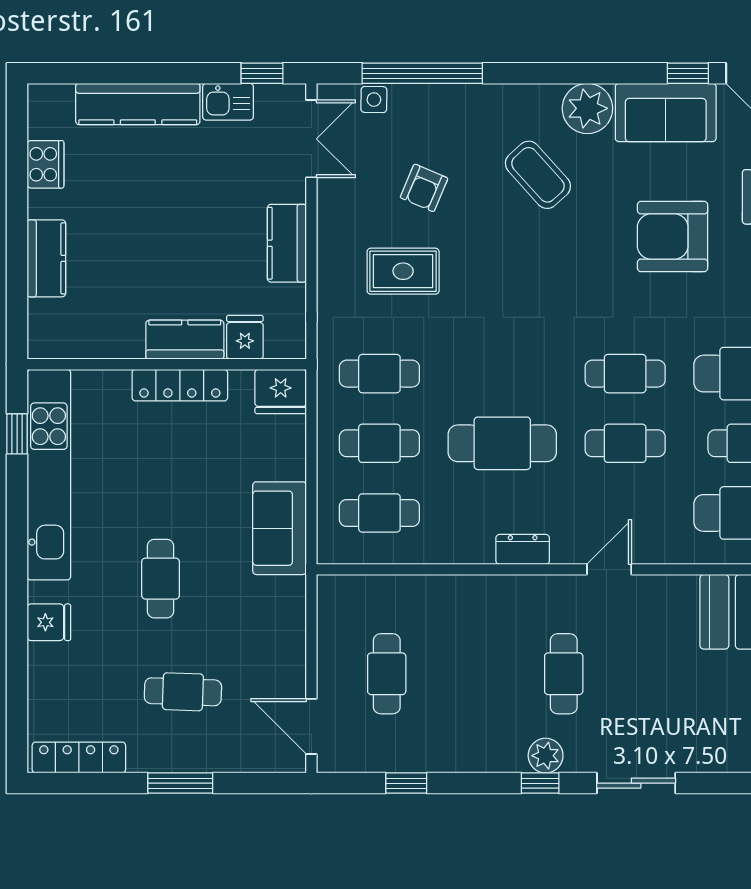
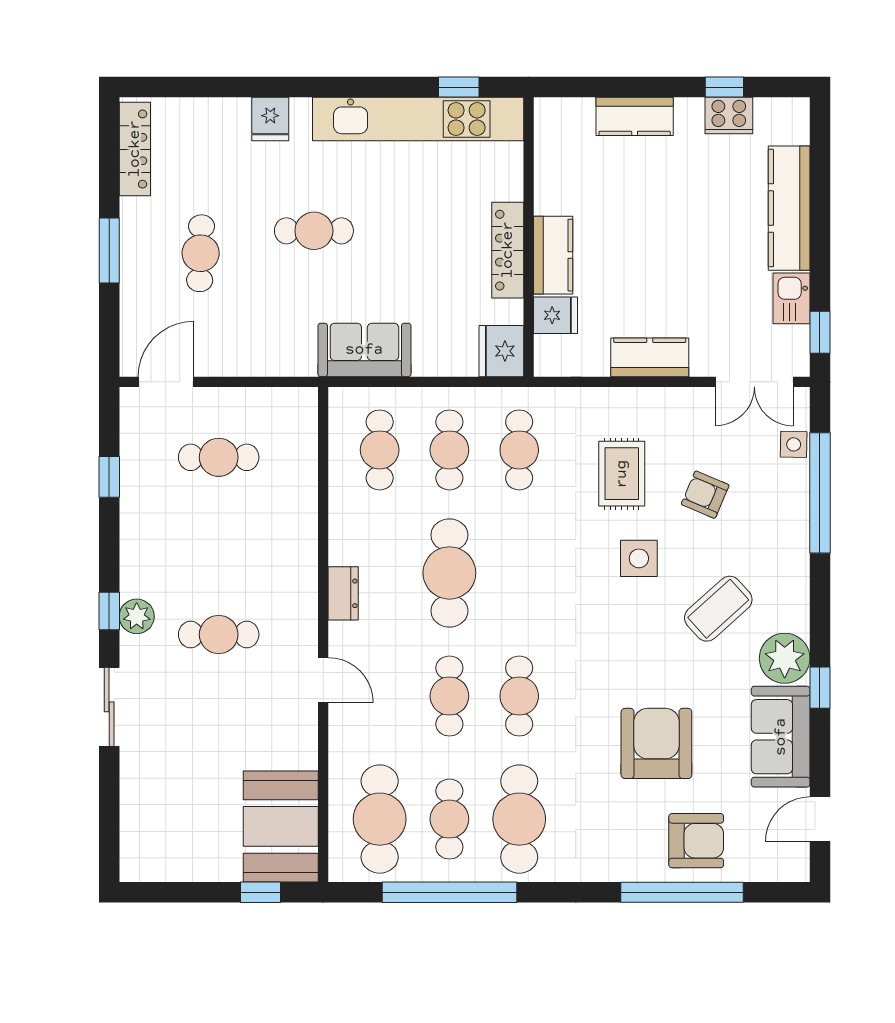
window: (688, 73) -> (820, 688), moved
window: (17, 169) -> (724, 87), added
side table: (488, 254) -> (639, 558), added

